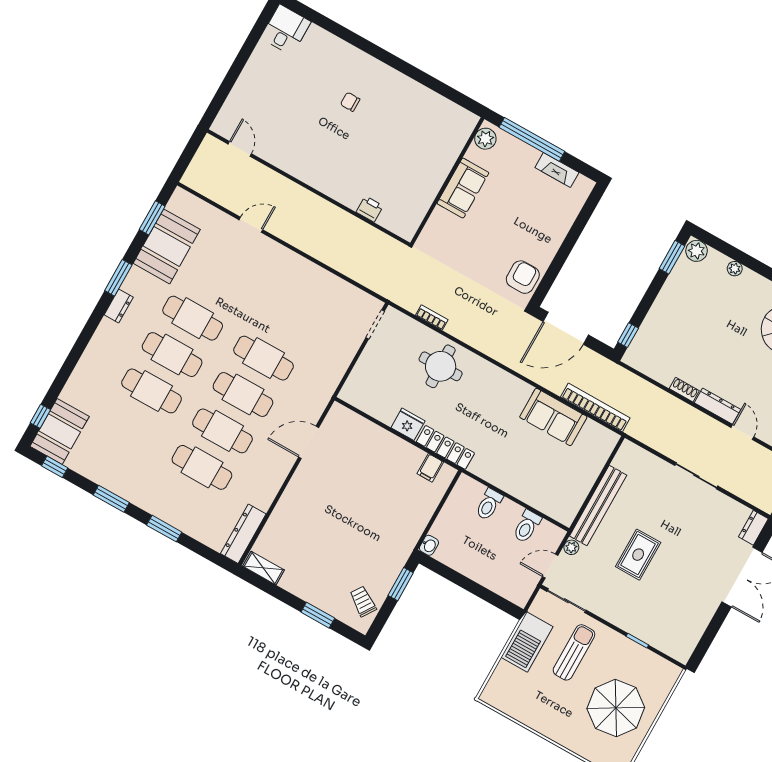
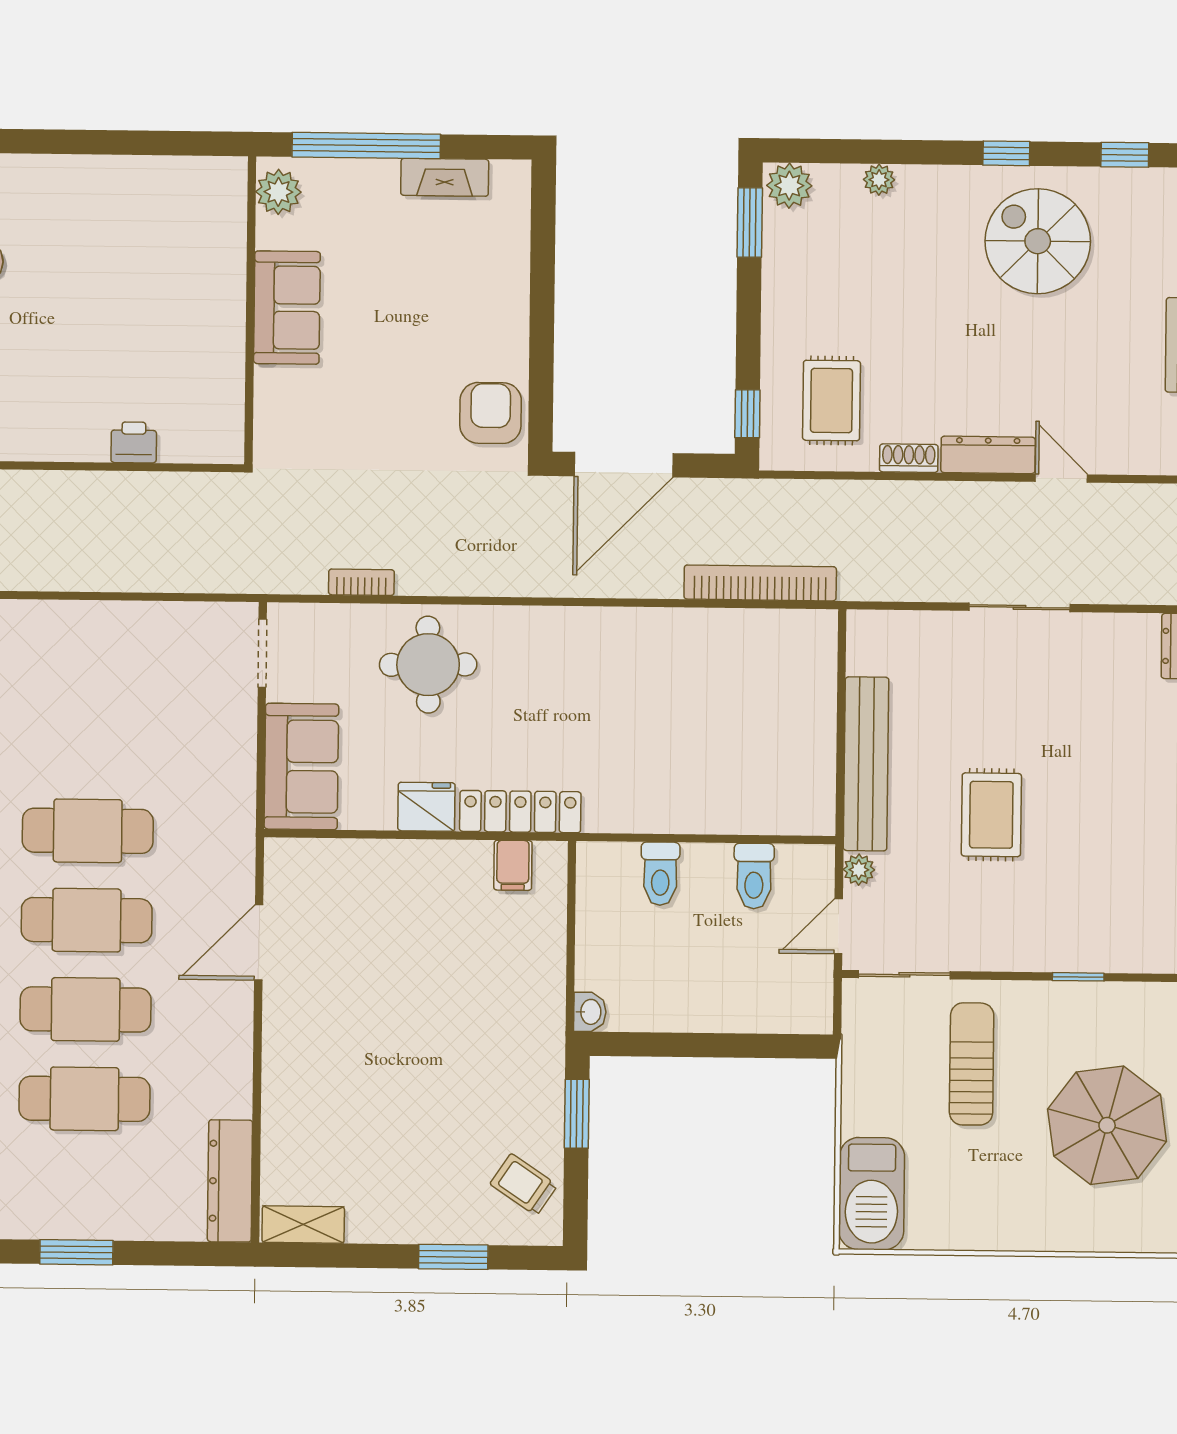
rug: (666, 349) -> (831, 401), added
sofa: (553, 417) -> (301, 766), moved, turned -90
barbecue: (527, 642) -> (872, 1194), moved

